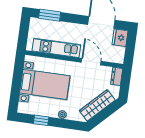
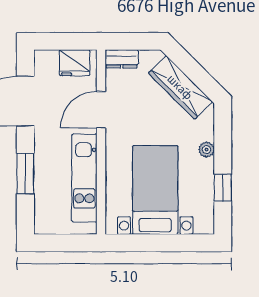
window: (50, 15) -> (25, 174), moved
fridge: (120, 38) -> (74, 63), moved

